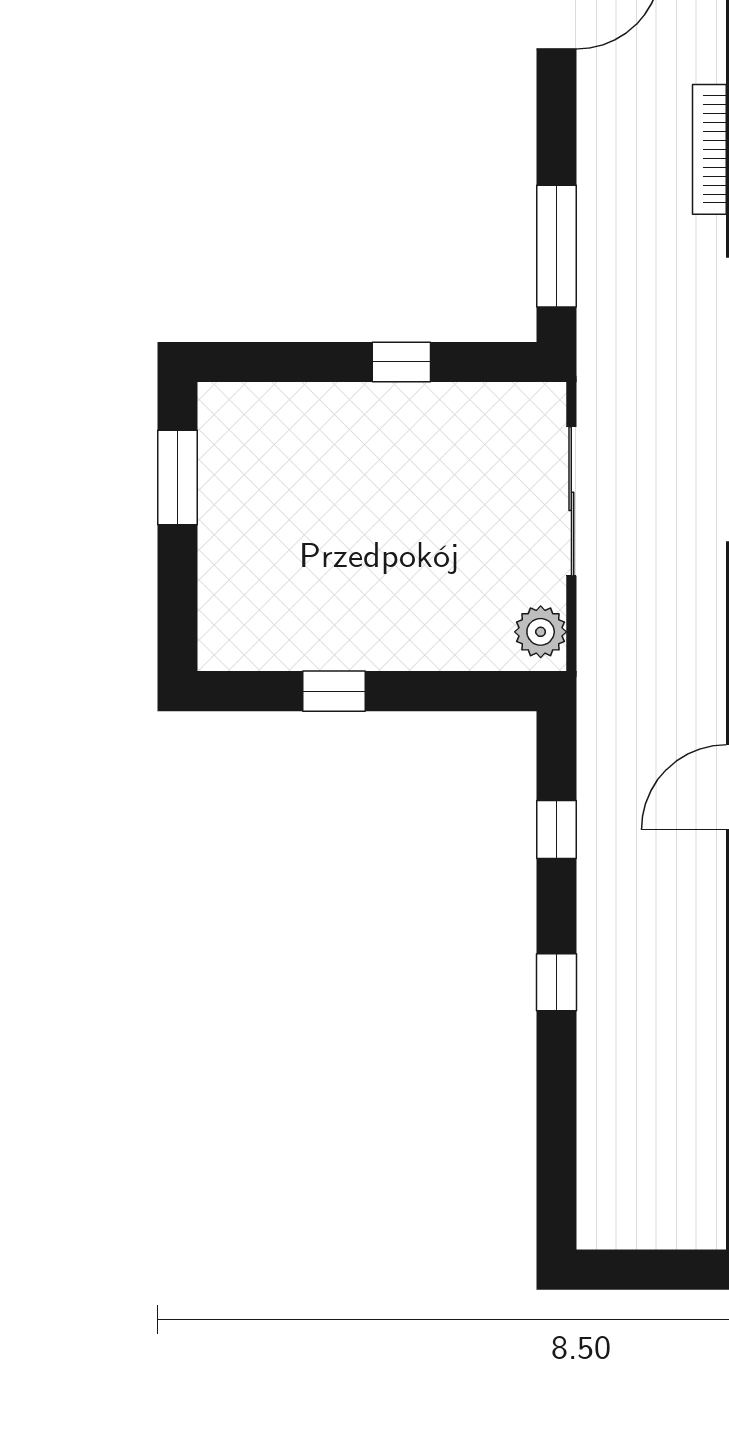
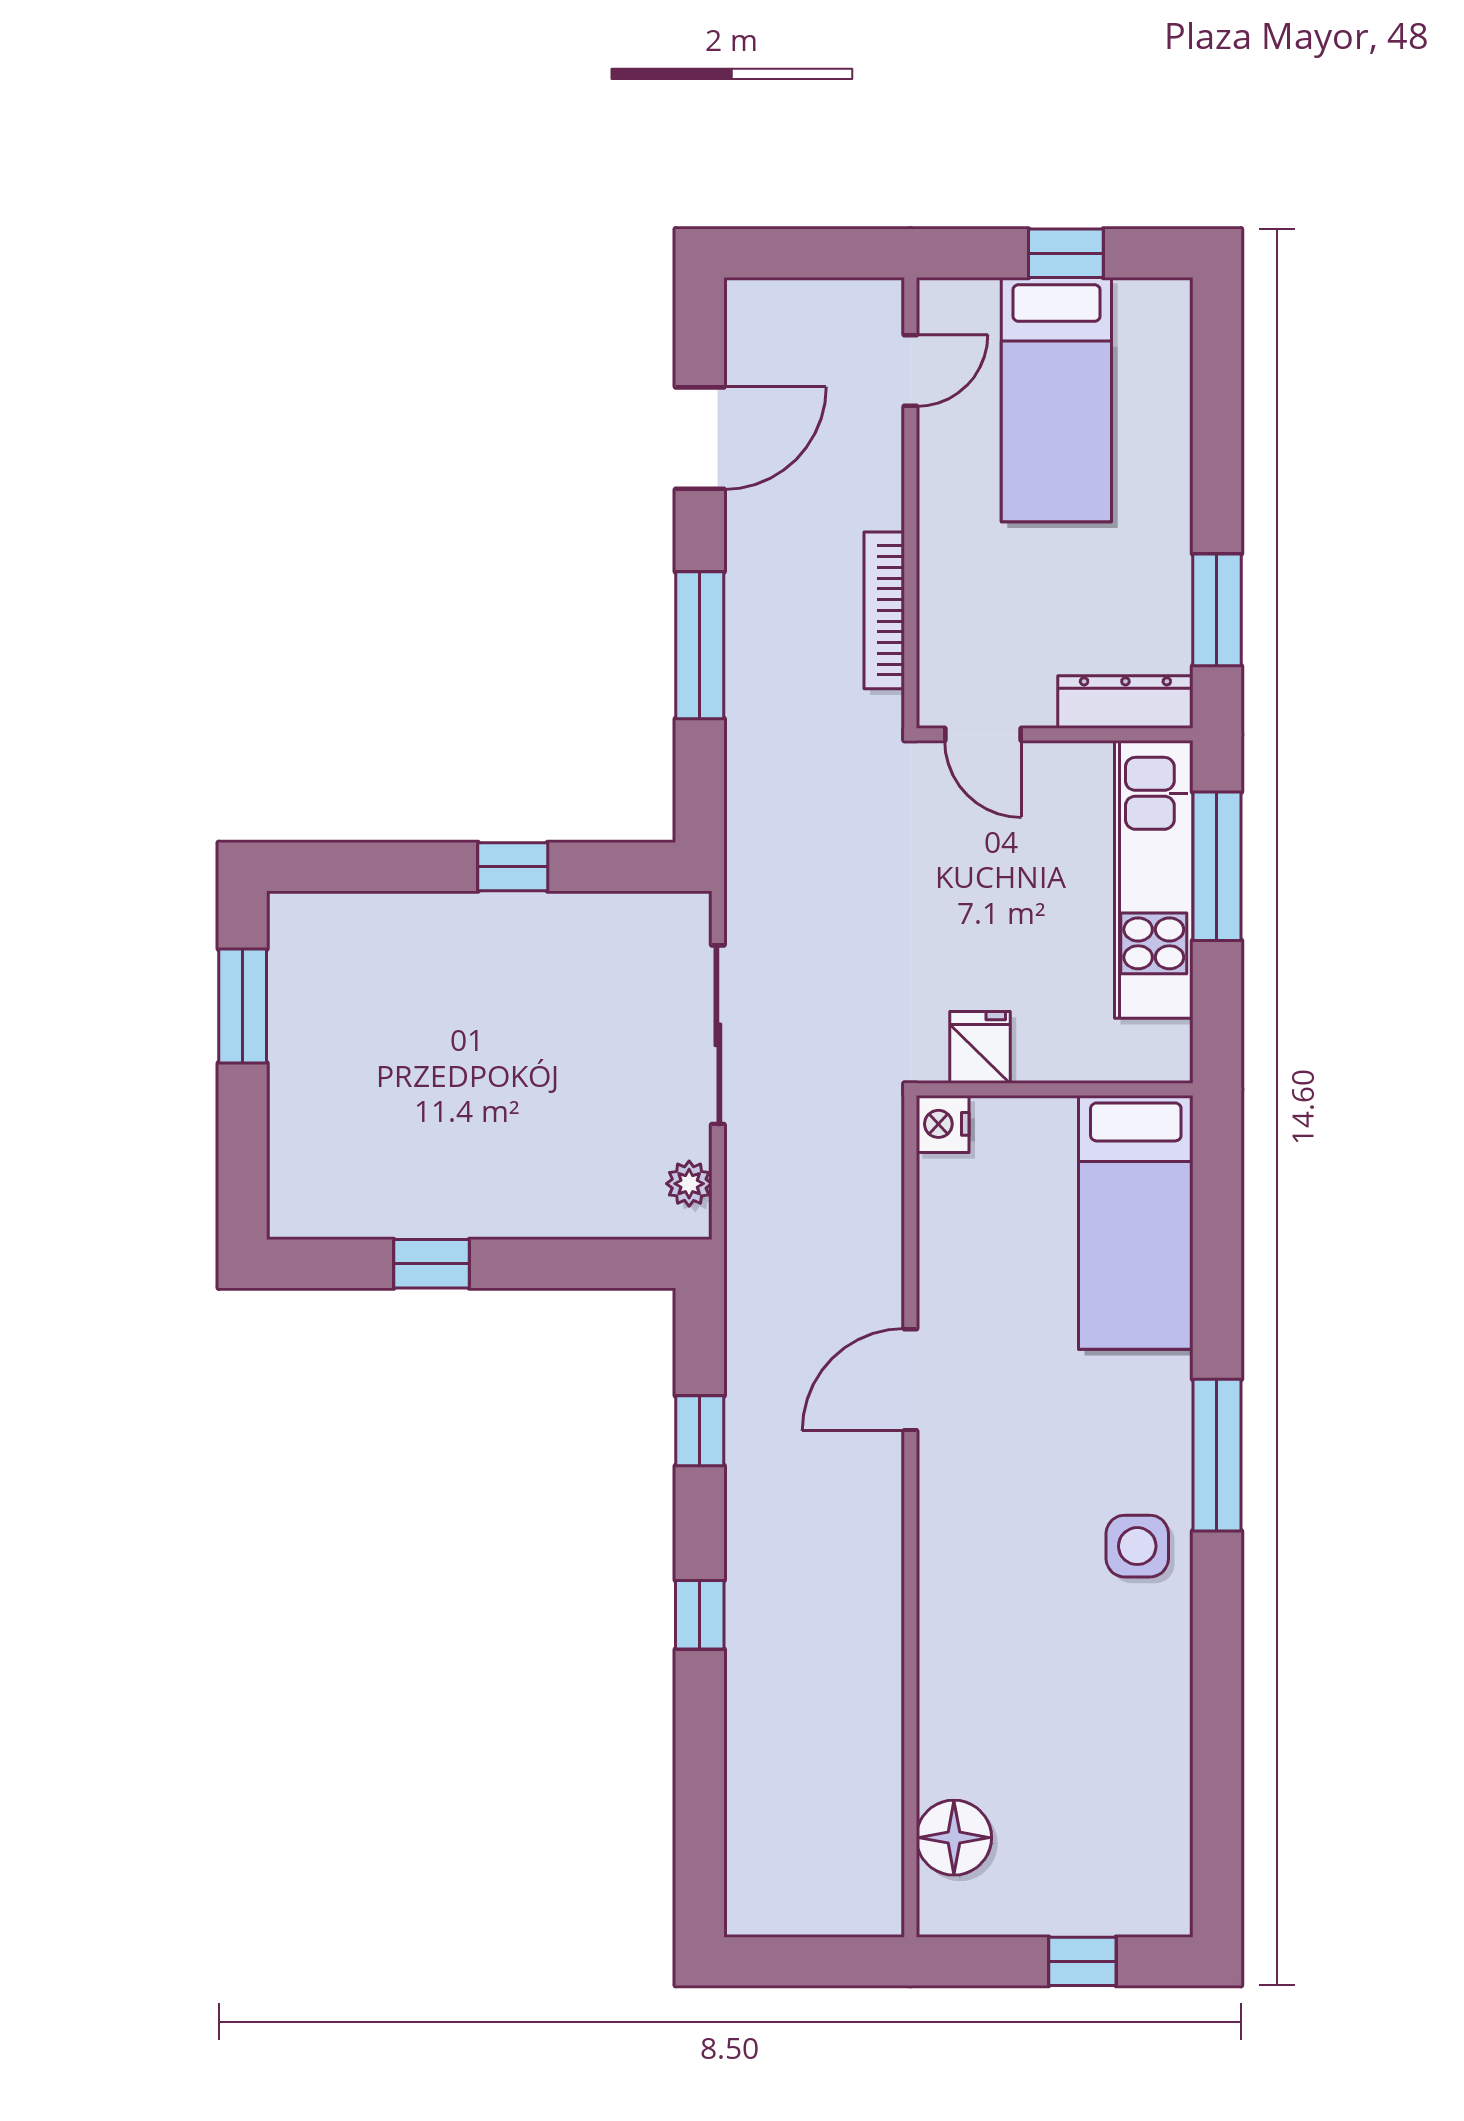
window: (556, 246) -> (700, 645), moved
plant: (541, 632) -> (689, 1184), width x0.73, depth x0.73

